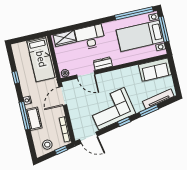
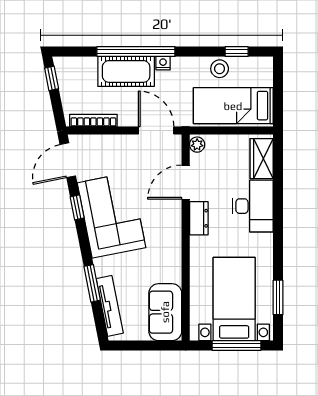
window: (134, 13) -> (278, 297), width x0.47
window: (16, 77) -> (237, 52), moved
window: (25, 116) -> (136, 52), width x1.46
cot: (34, 119) -> (126, 71), width x1.37, depth x1.34
window: (124, 122) -> (77, 207), moved
stool: (47, 145) -> (220, 69), moved
window: (61, 150) -> (52, 78), moved

